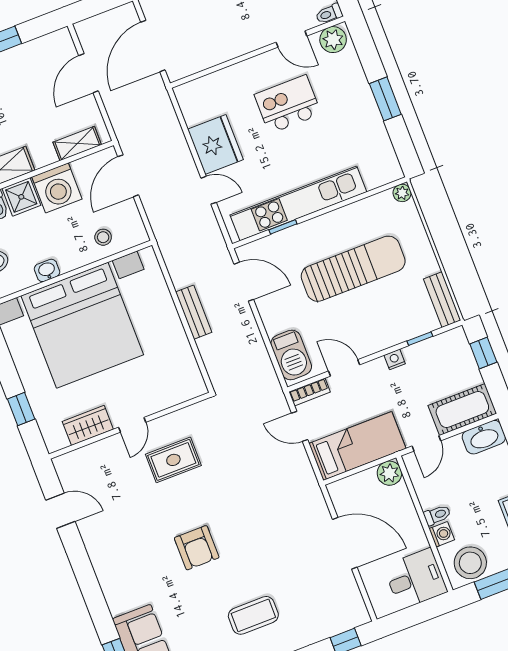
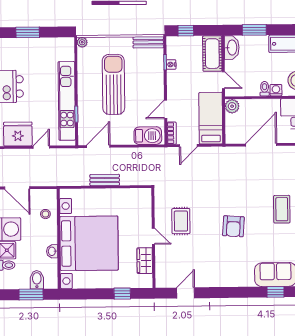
nightstand: (395, 359) -> (171, 65), moved
armchair: (197, 548) -> (233, 226), turned 94

